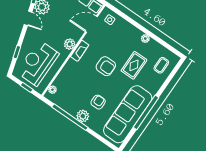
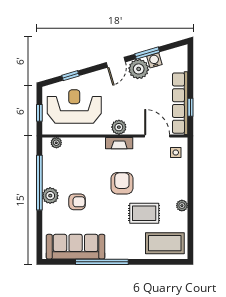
coffee table: (161, 65) -> (165, 243), width x1.86, depth x1.72
armchair: (106, 66) -> (122, 183), turned 180
sofa: (128, 114) -> (76, 247), width x0.74, depth x0.79

